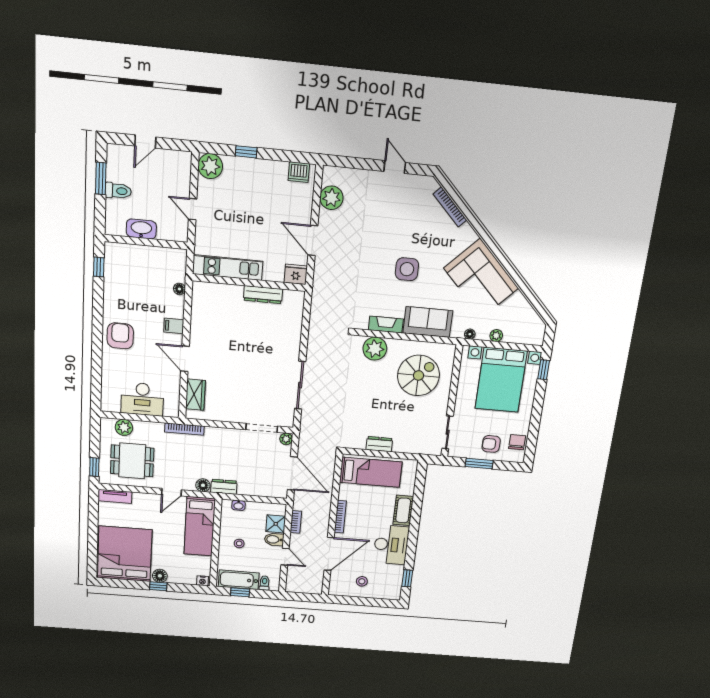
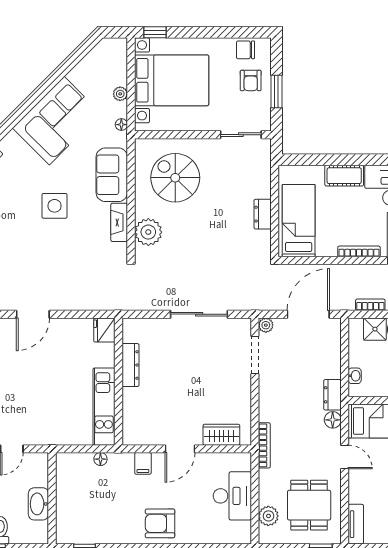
kitchen unit: (228, 268) -> (104, 407), moved
fridge: (296, 274) -> (104, 330), moved
wall: (249, 283) -> (118, 382), moved
dresser: (263, 295) -> (130, 365), moved

